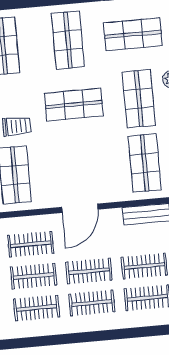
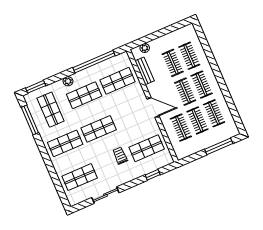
shop shelf: (74, 105) -> (99, 129), turned 90

